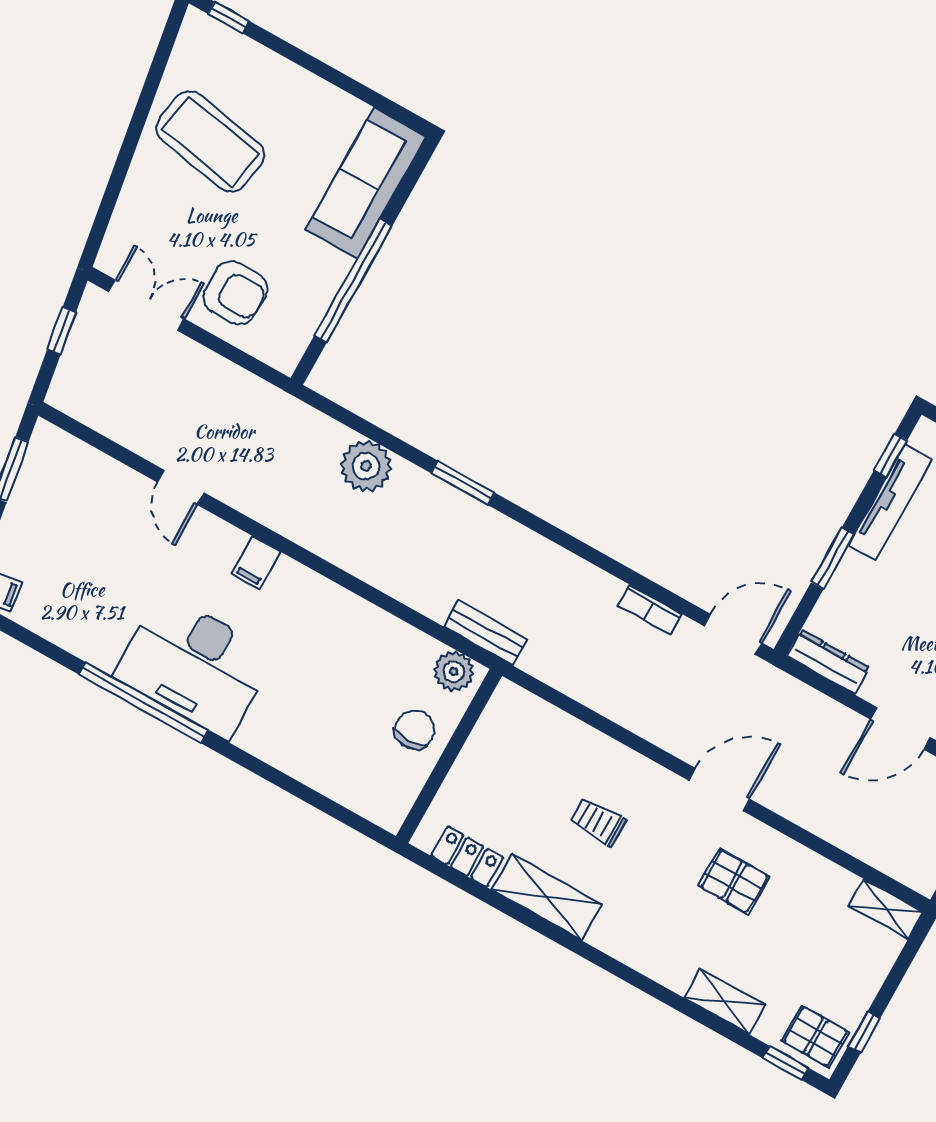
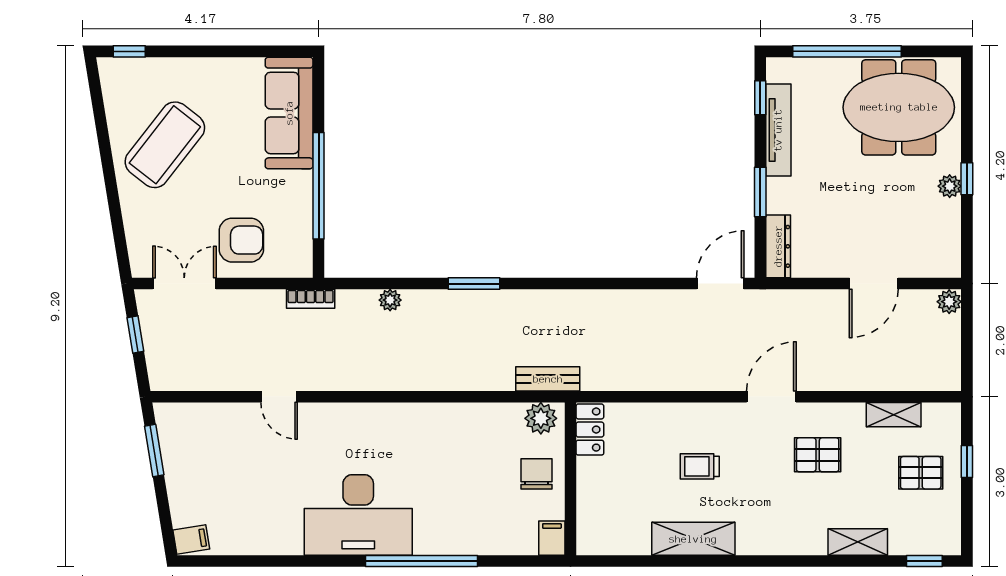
coffee table: (210, 142) -> (165, 145), turned -62
plant: (366, 466) -> (390, 300), width x0.53, depth x0.53
filing cabinet: (256, 563) -> (552, 538), moved, turned 180
bookcase: (650, 610) -> (311, 299), moved
dresser: (828, 662) -> (778, 246), moved, turned 90
window: (143, 703) -> (421, 561), moved
locker: (467, 857) -> (590, 430), moved, turned 90
shelving: (886, 909) -> (894, 415), moved
window: (864, 1032) -> (967, 462), moved
pallet: (815, 1036) -> (921, 473), moved

